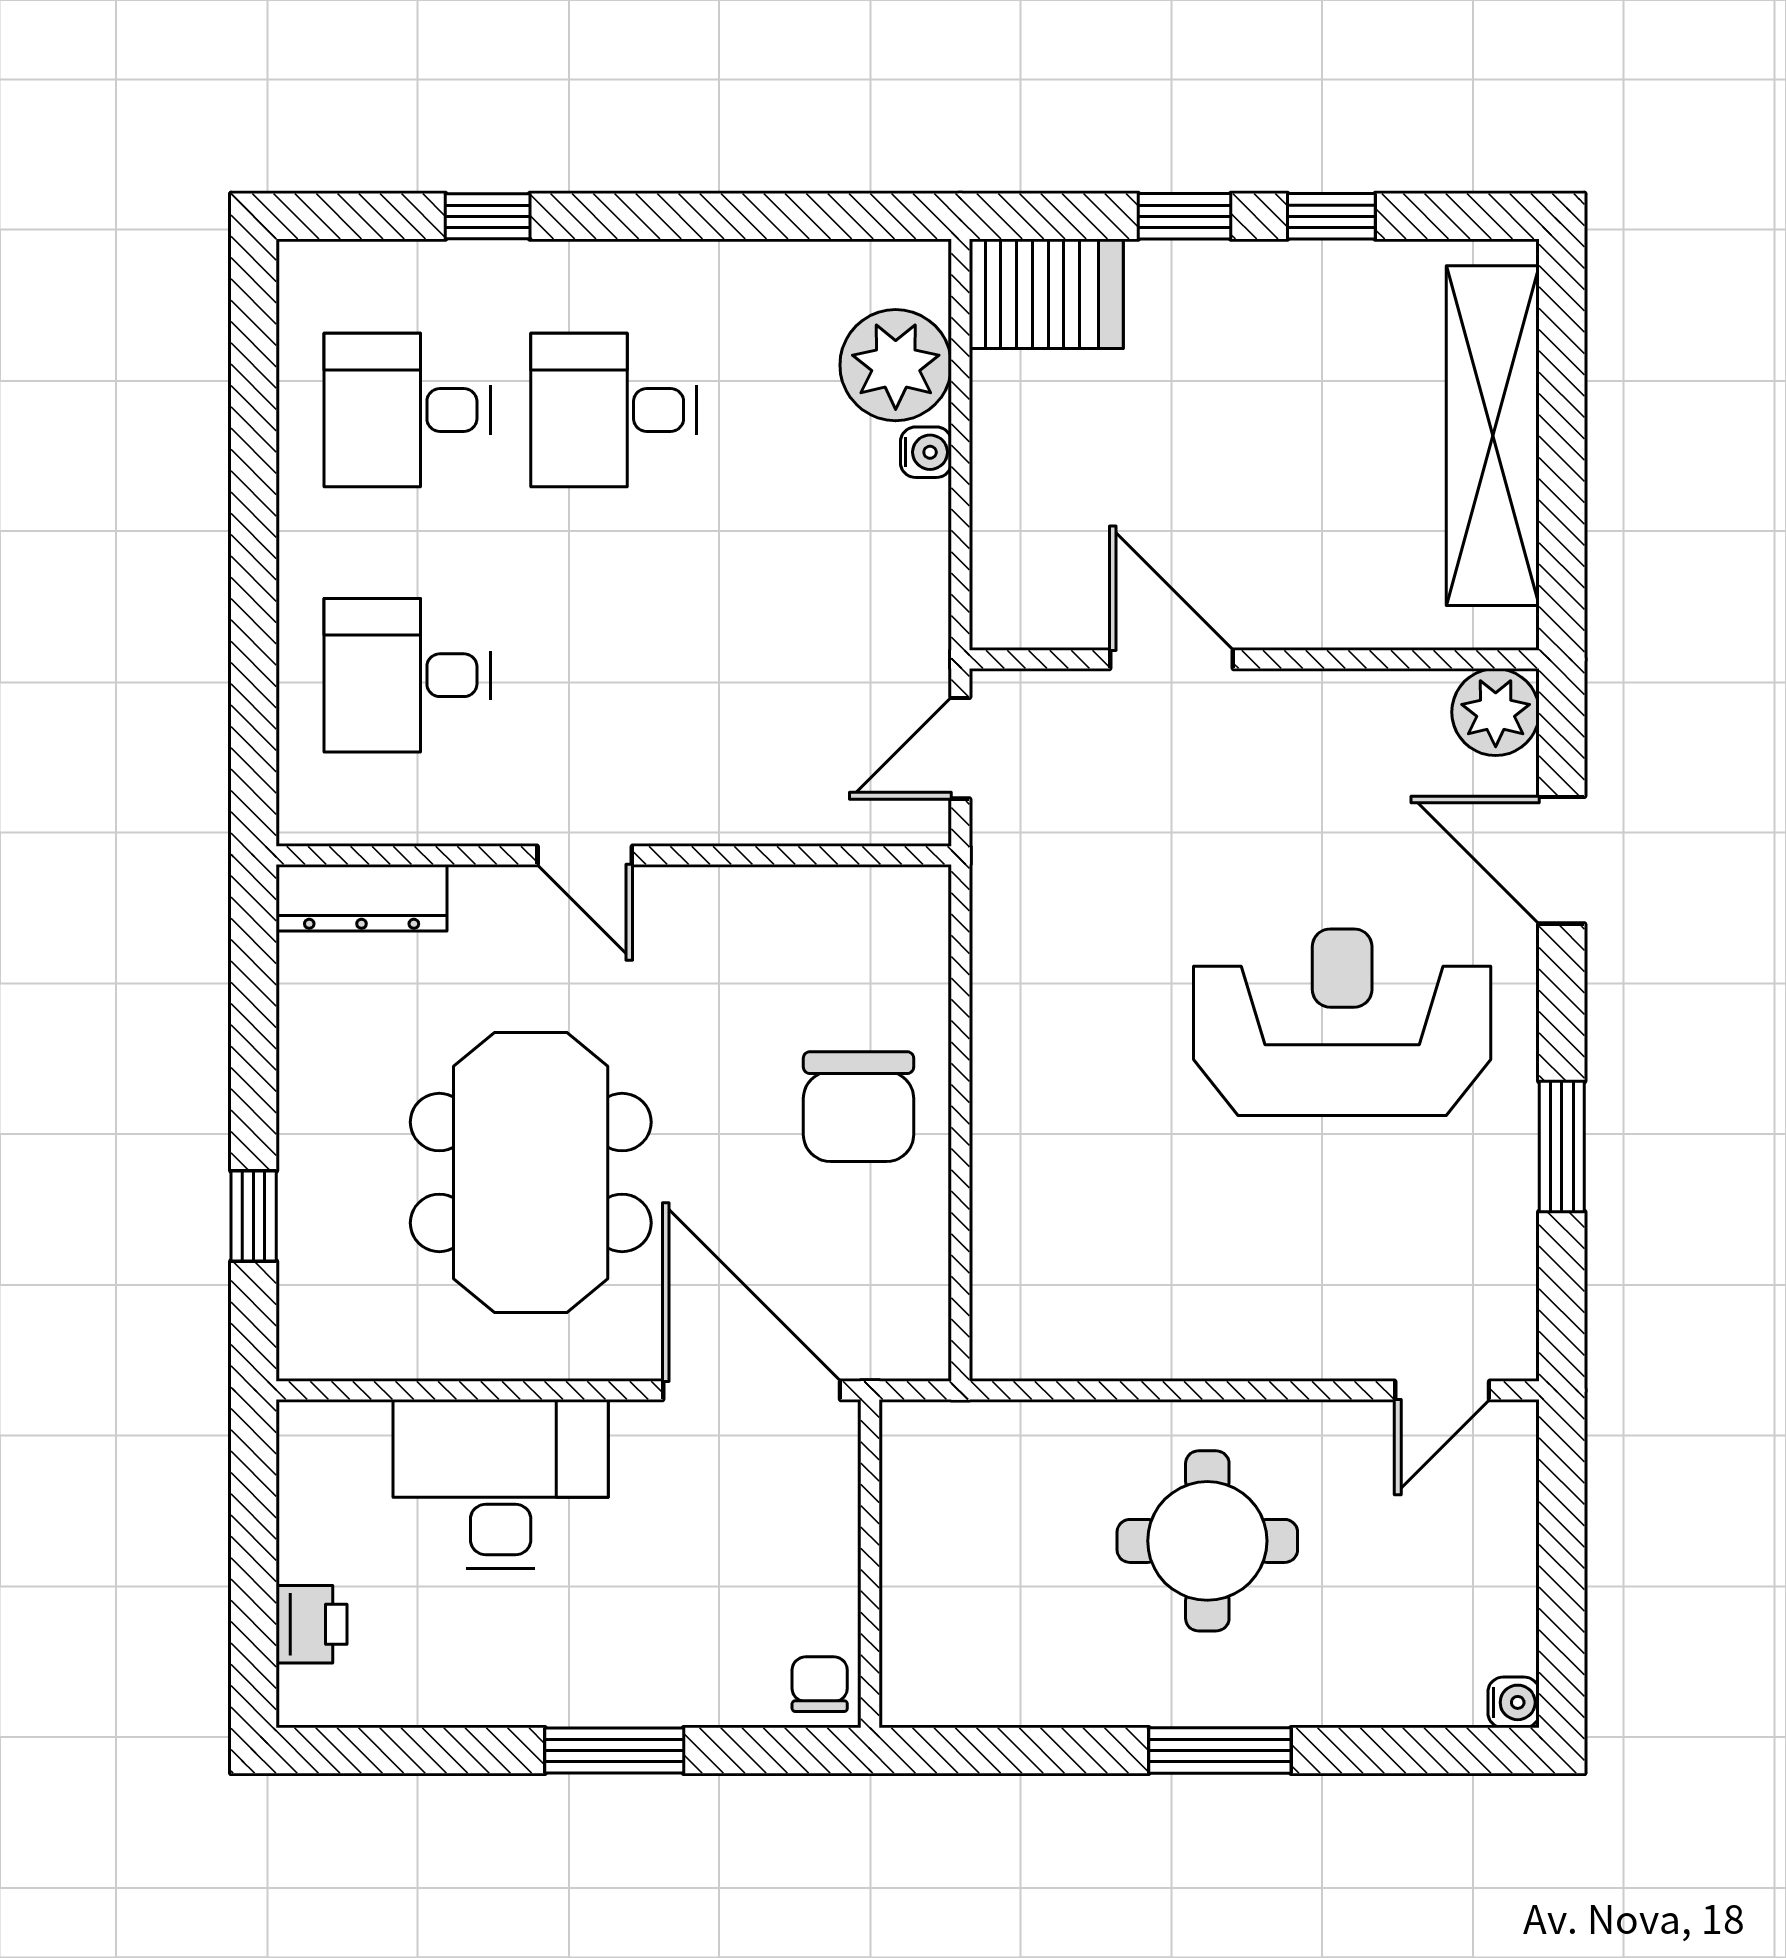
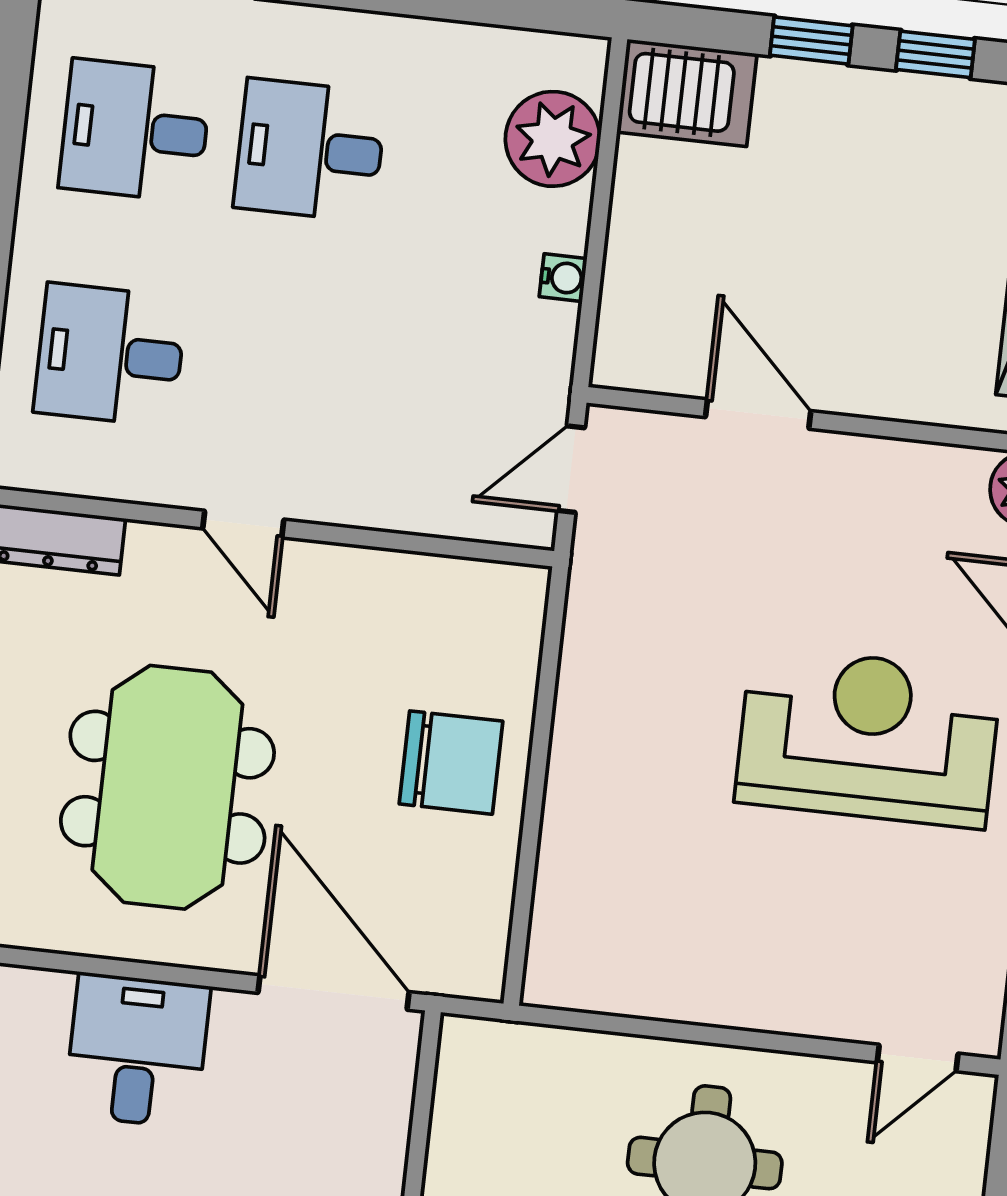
water cooler: (926, 452) -> (563, 278), moved
chair: (859, 1107) -> (451, 763), turned -90
desk: (501, 1484) -> (137, 1050), width x0.73

